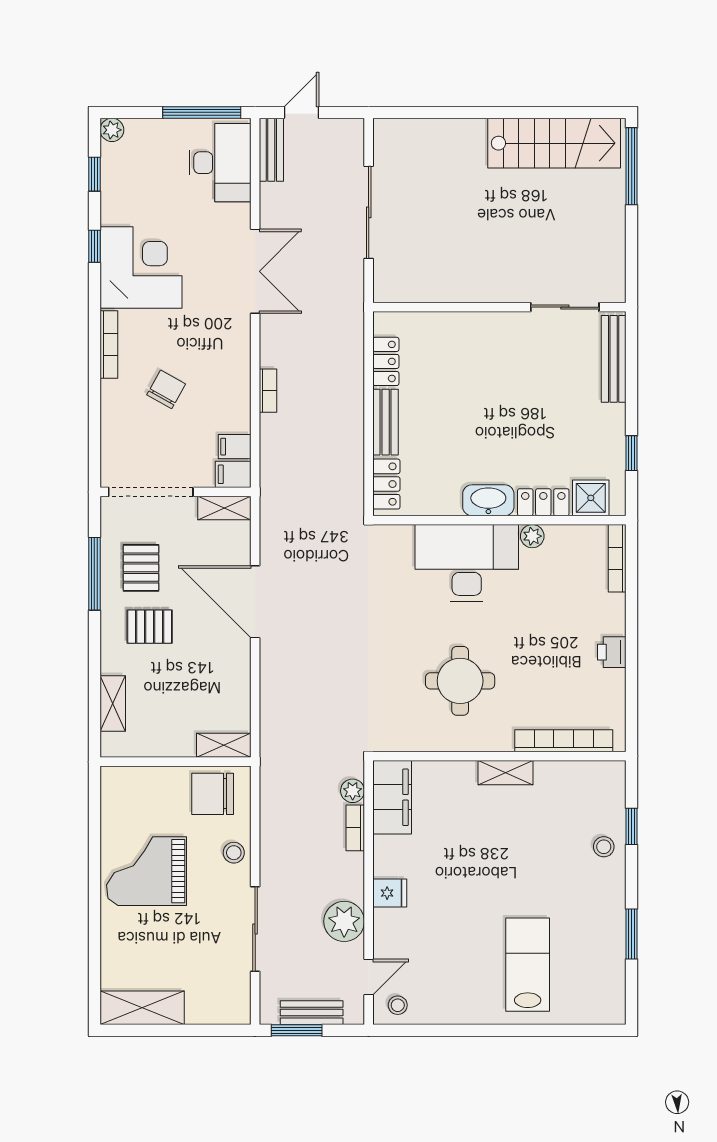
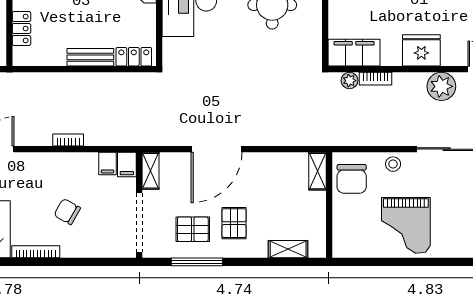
locker: (386, 361) -> (21, 28), moved, turned 90
fridge: (390, 893) -> (421, 50), width x1.88, depth x1.34

